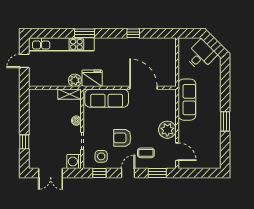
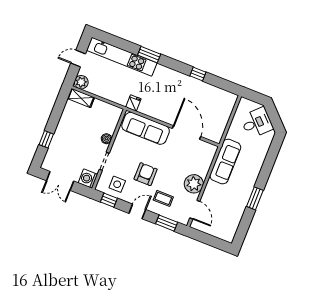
fridge: (92, 78) -> (133, 103), width x0.53, depth x0.75
plant: (75, 80) -> (81, 82), moved
shelving: (69, 94) -> (81, 98), moved
armchair: (122, 138) -> (146, 174), turned 90

